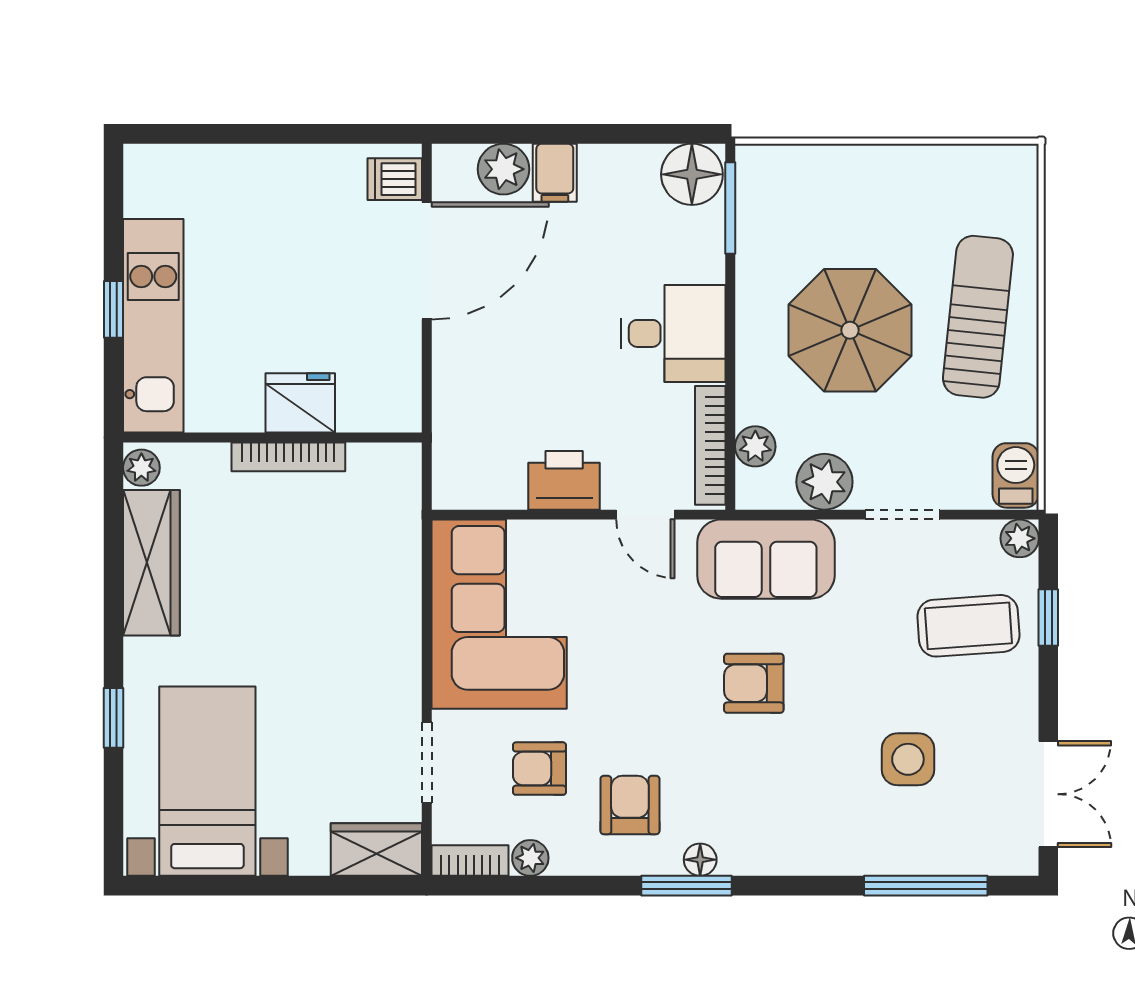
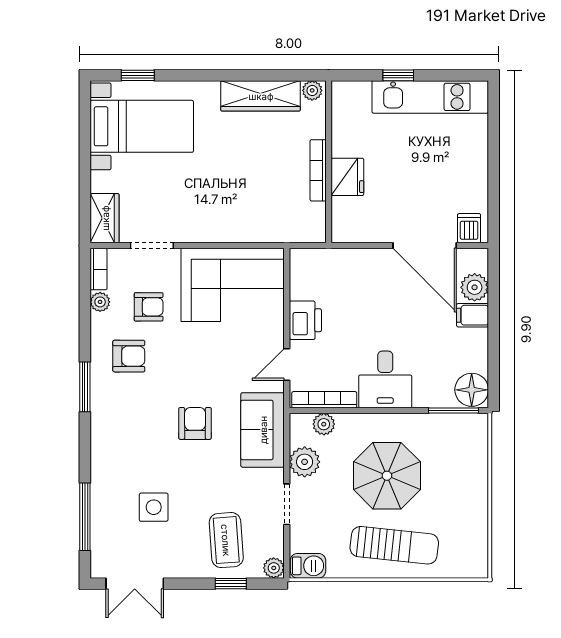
kitchen unit: (153, 326) -> (430, 97), moved
window: (113, 718) -> (138, 75), moved
armchair: (539, 769) -> (149, 307), turned 90
floor lamp: (700, 860) -> (99, 394), removed

